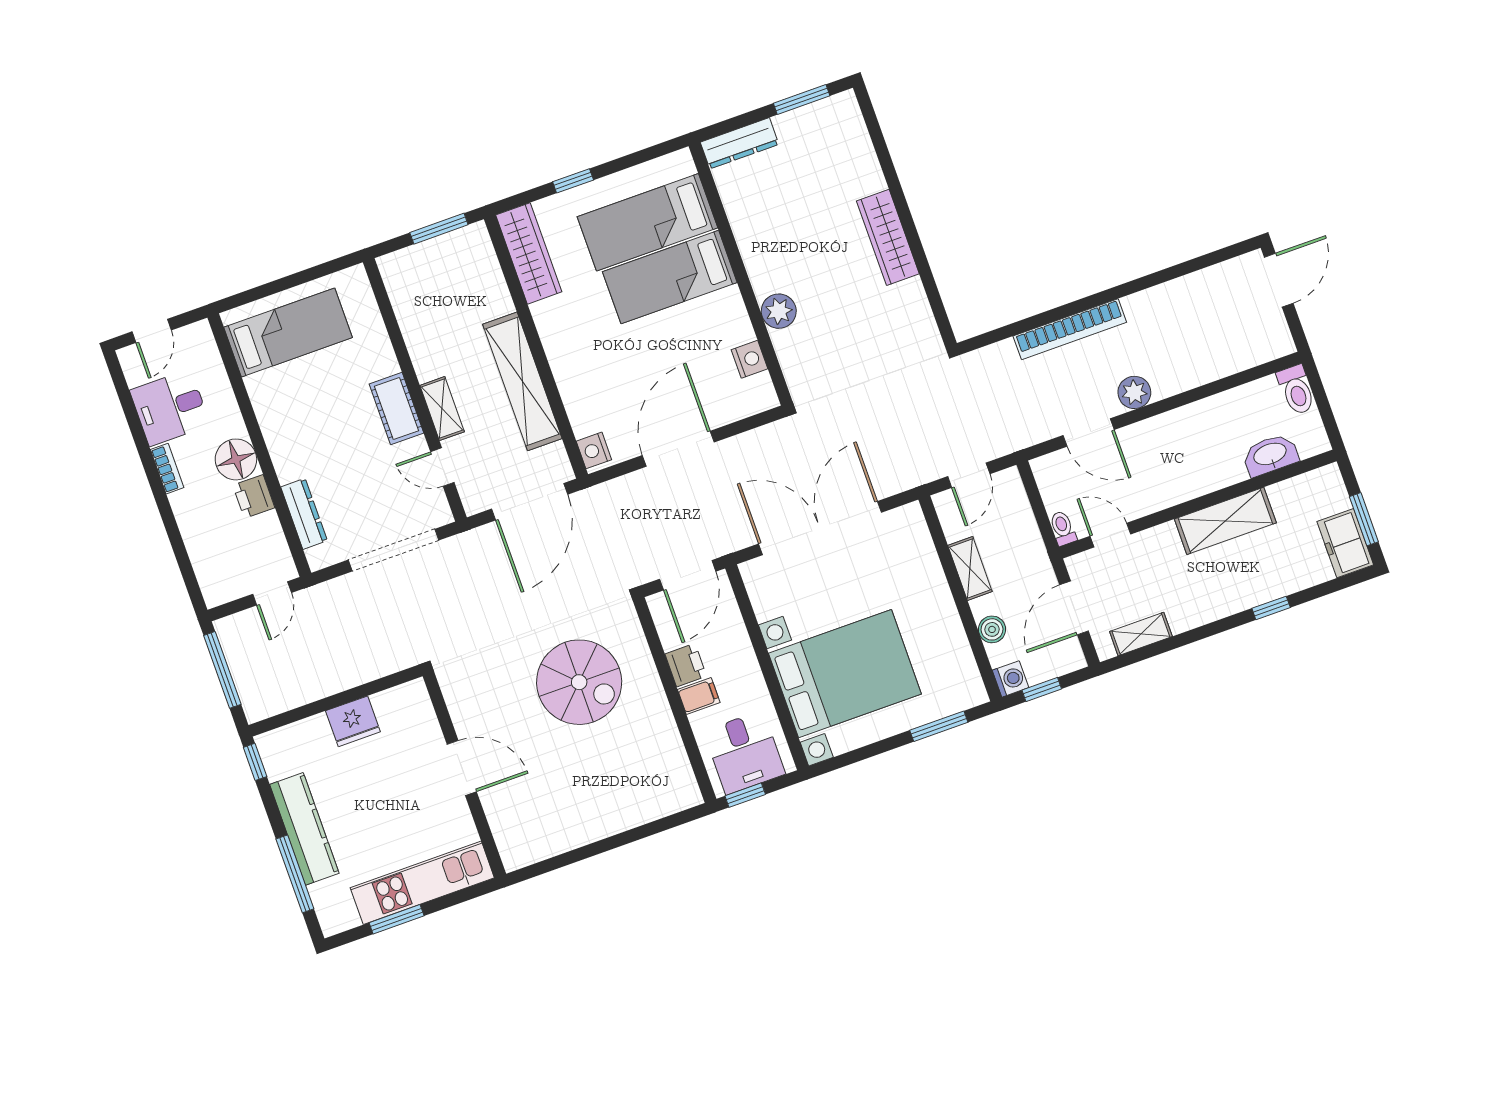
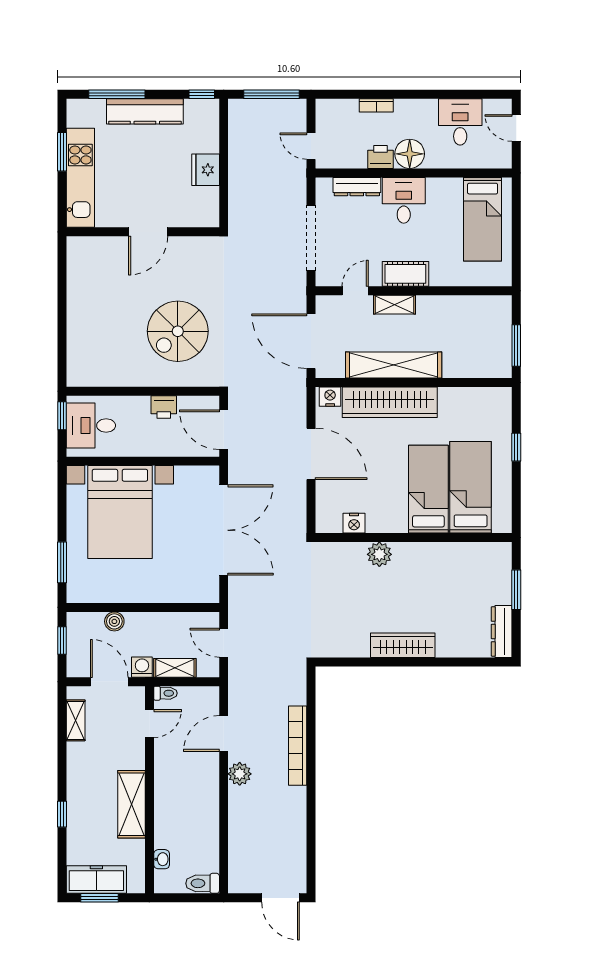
window: (802, 99) -> (516, 590), moved
dresser: (740, 143) -> (502, 631), moved
wardrobe: (529, 253) -> (390, 402), moved, width x1.40, depth x1.17
desk: (300, 445) -> (404, 200), added
washbasin: (1270, 455) -> (162, 859), width x0.52, depth x0.69
bookcase: (167, 469) -> (376, 105), moved
freezer: (1345, 543) -> (96, 880), width x1.40
shelving: (970, 569) -> (175, 668), moved
washing machine: (1011, 679) -> (142, 667), moved, turned 180
filing cabinet: (699, 696) -> (140, 408), removed

